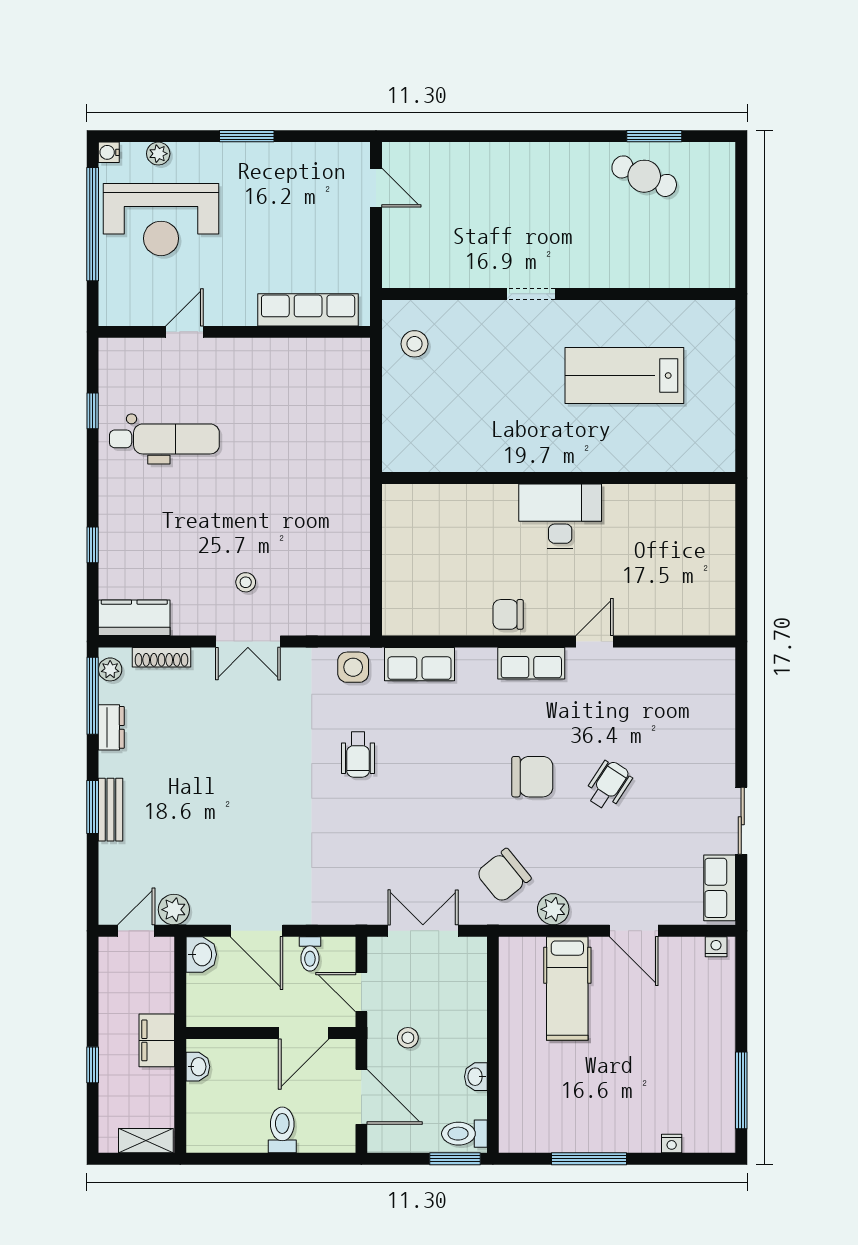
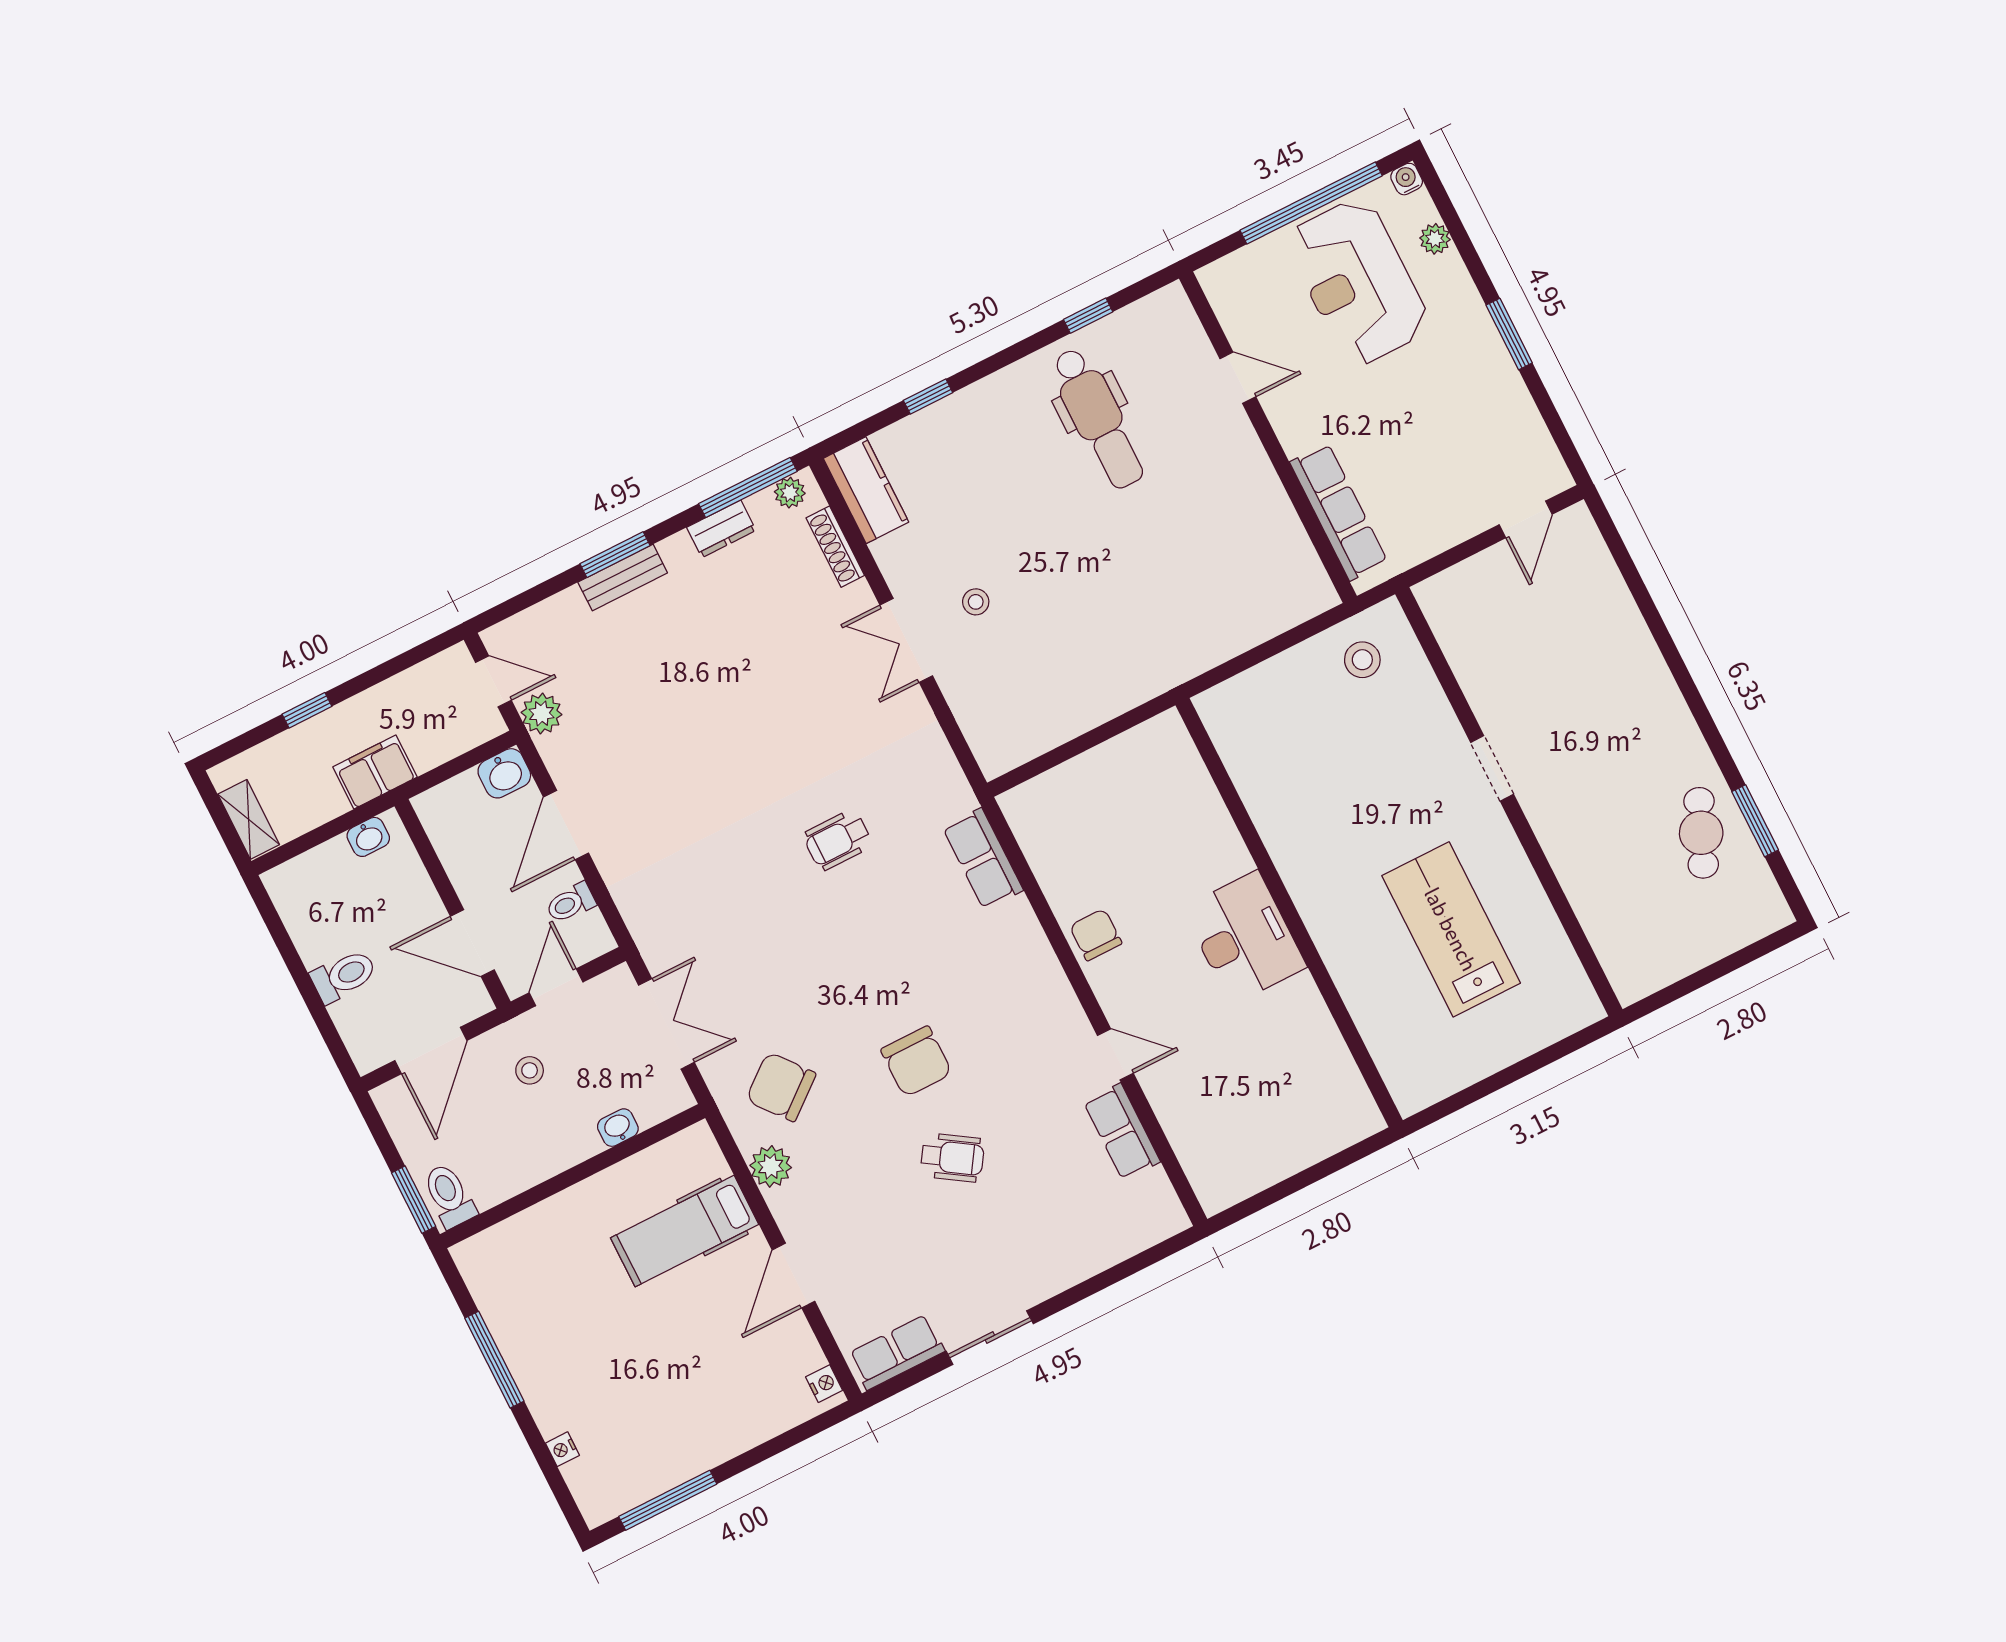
row of seats: (531, 663) -> (1122, 1132), moved
side table: (353, 667) -> (939, 781), removed
washbasin: (476, 1077) -> (618, 1128), moved

